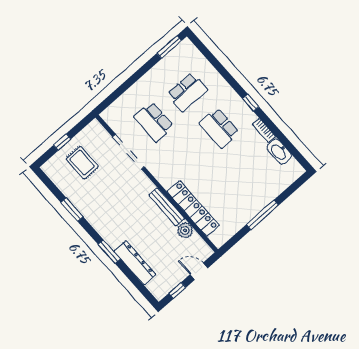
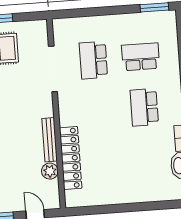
school desk: (187, 92) -> (141, 57), turned 180
window: (262, 215) -> (125, 208), removed

